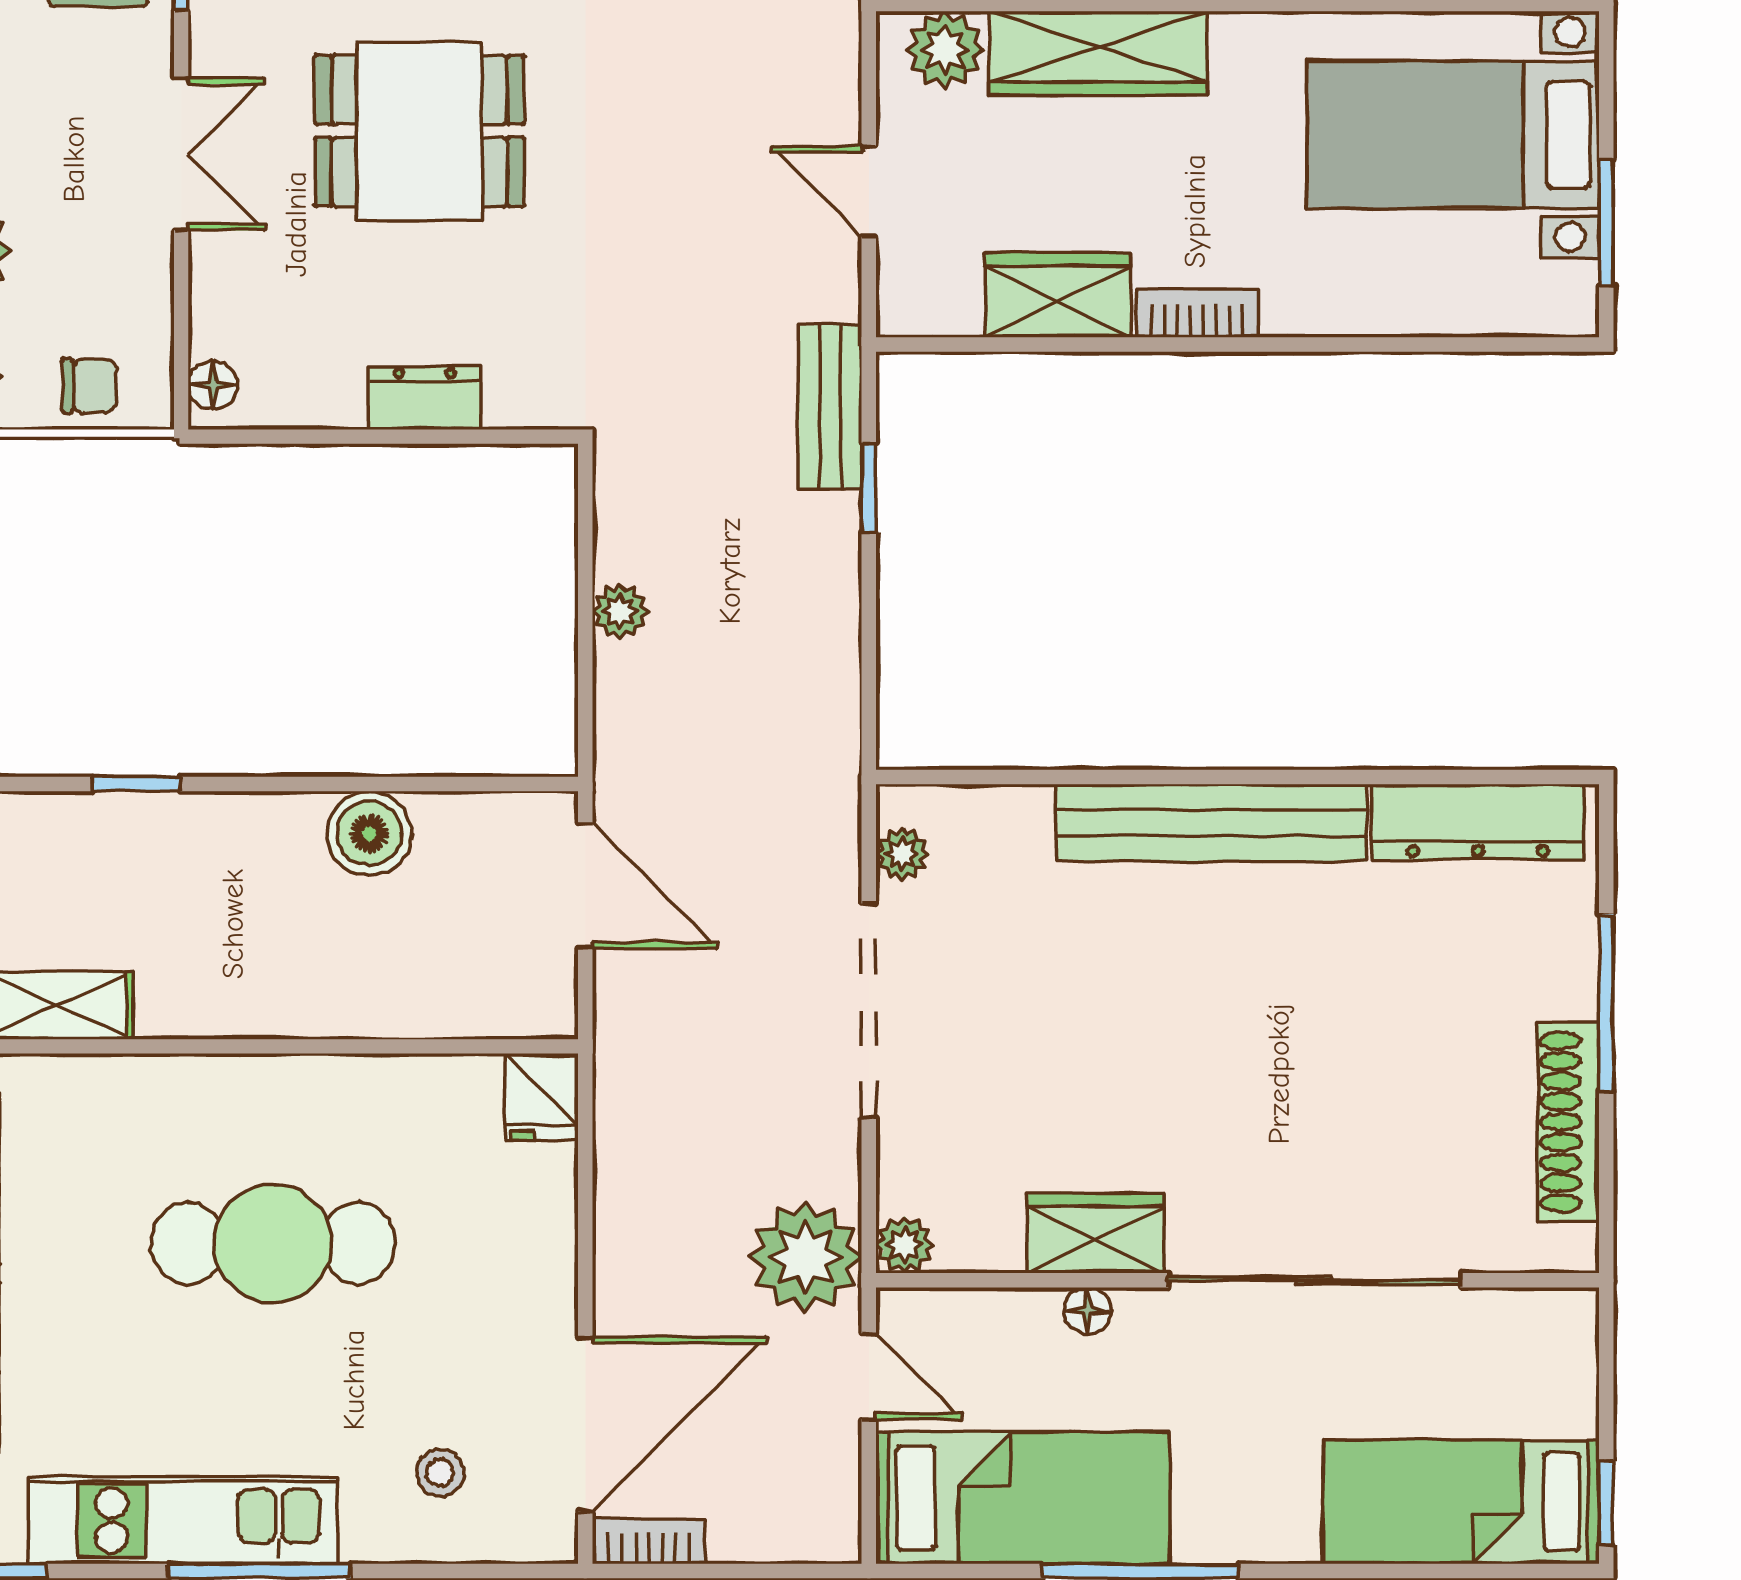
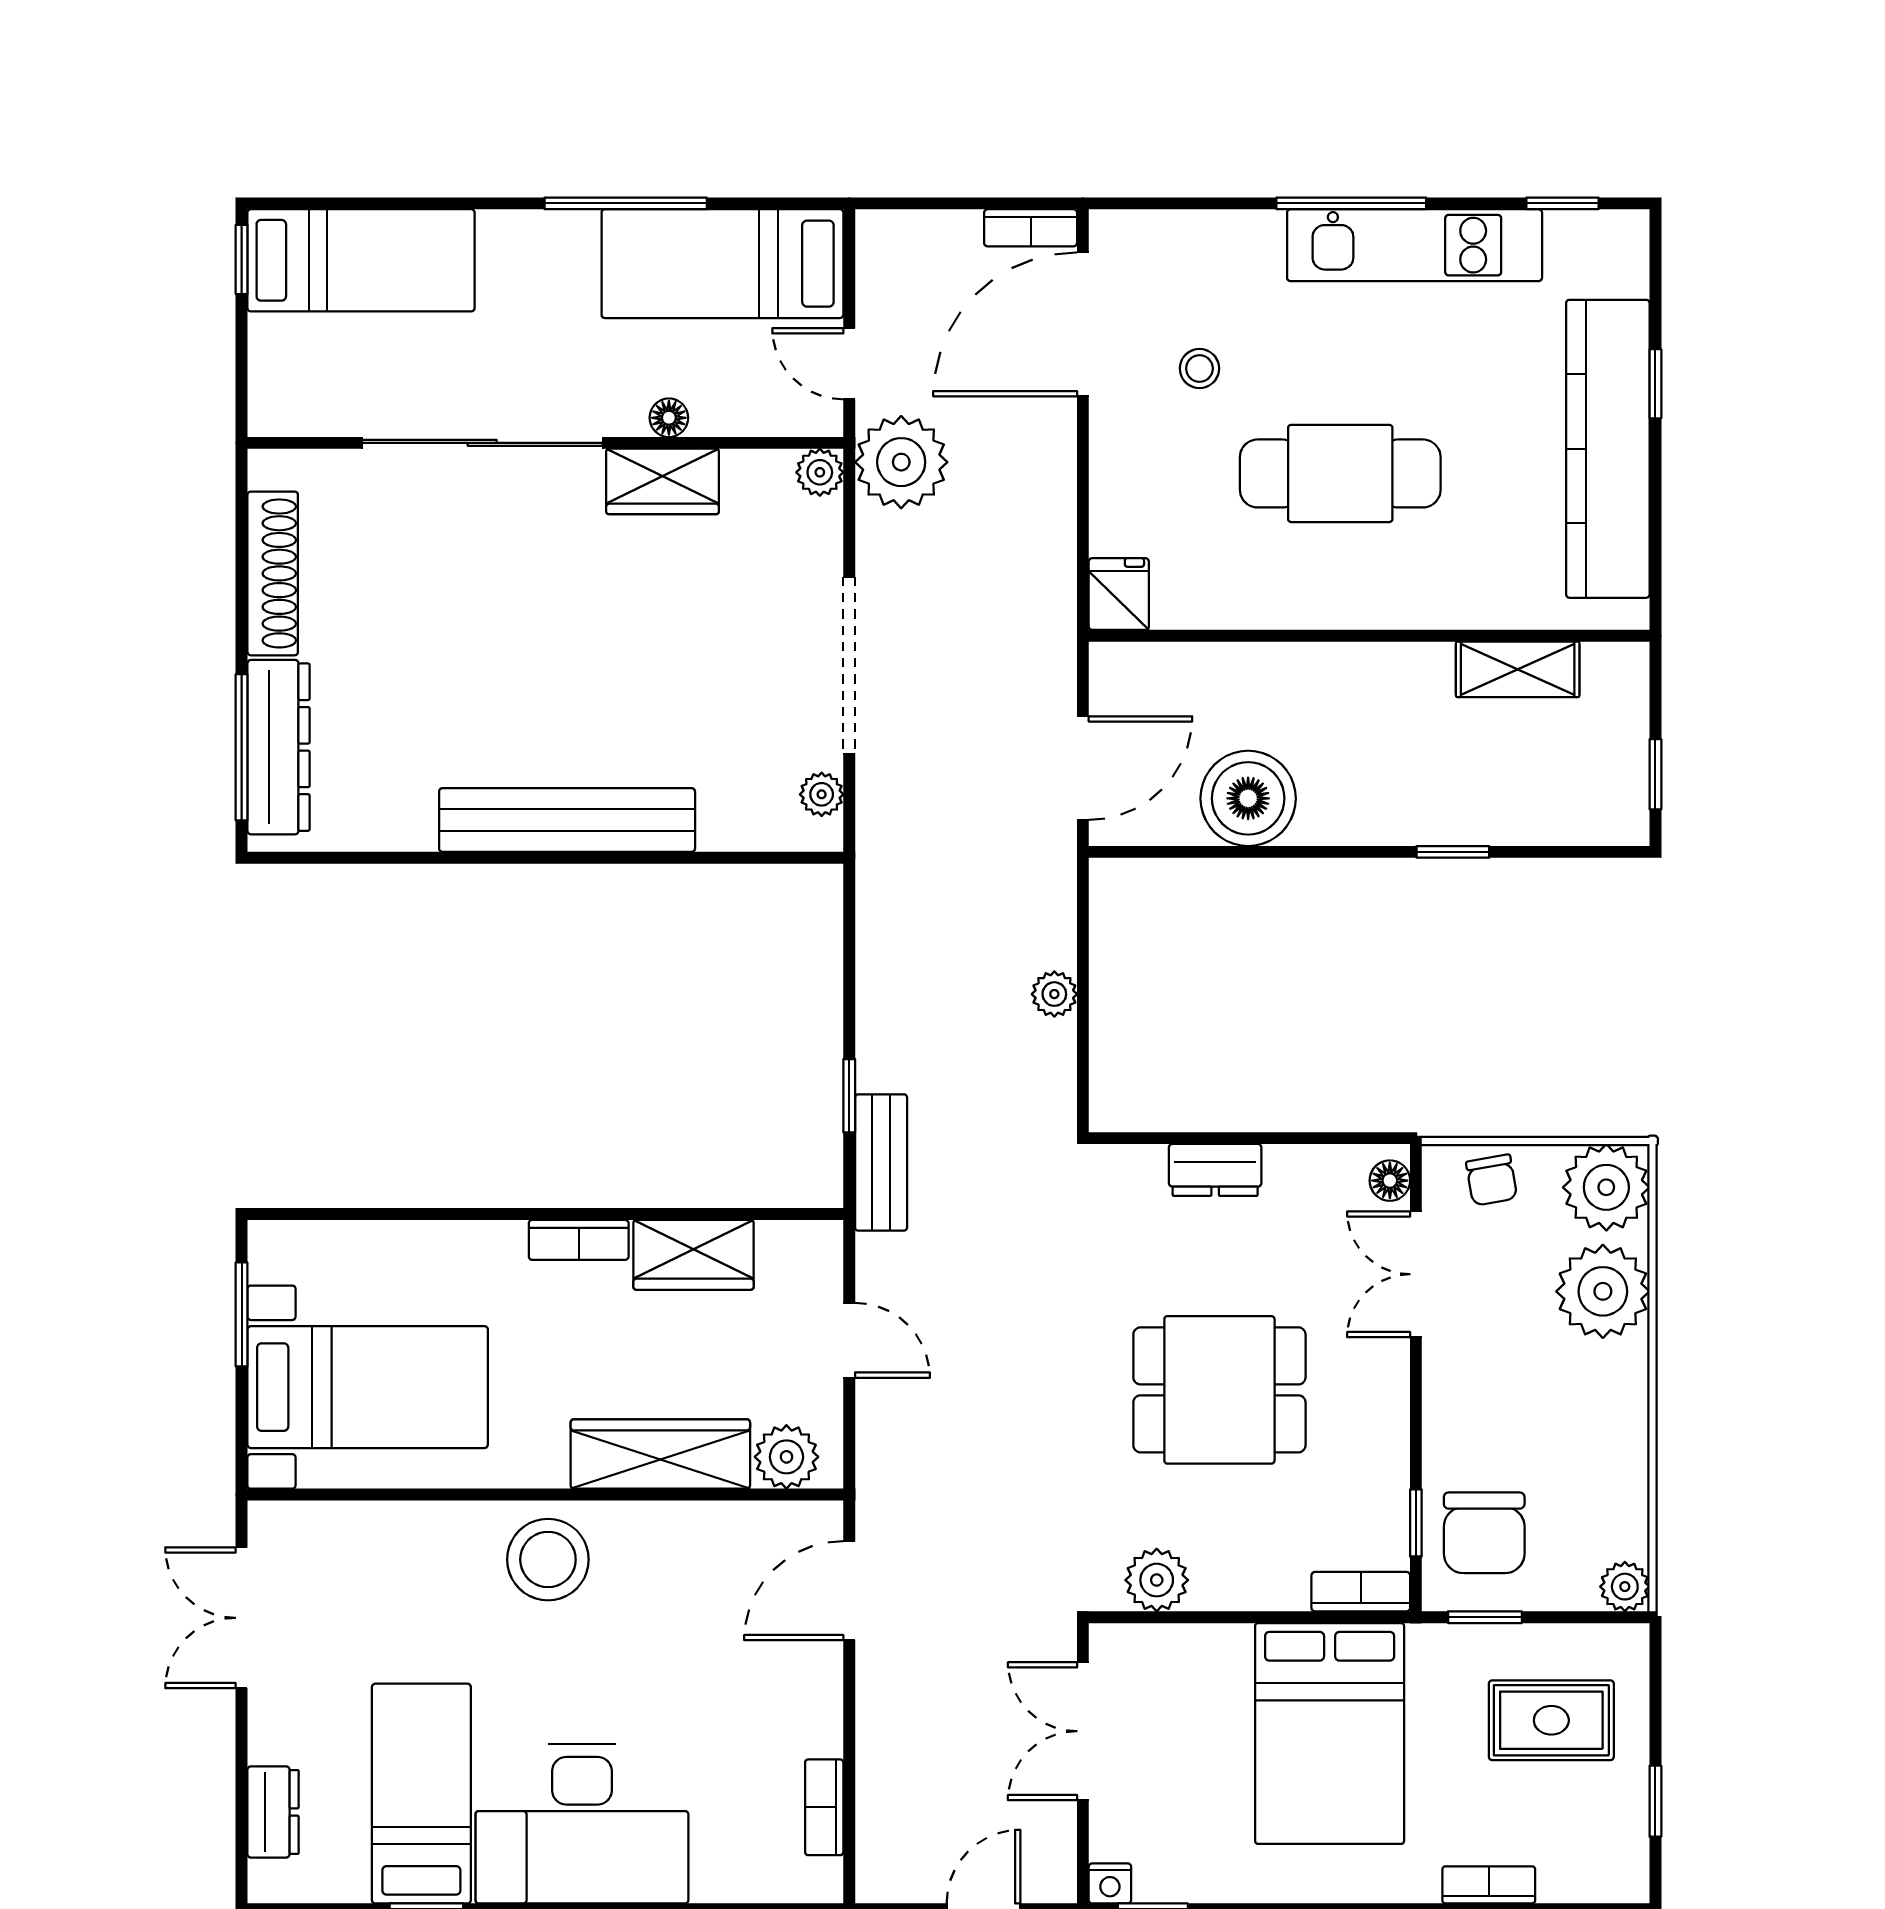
double door: (181, 154) -> (1416, 1274), moved
chair: (89, 386) -> (1492, 1180), turned -100
dresser: (1478, 822) -> (279, 747), moved, turned 90
boiler: (369, 833) -> (1248, 798), width x1.37, depth x1.37
door: (585, 886) -> (1083, 768), swing flipped
window: (1606, 1003) -> (242, 747), moved
stool: (440, 1473) -> (1199, 368), moved

